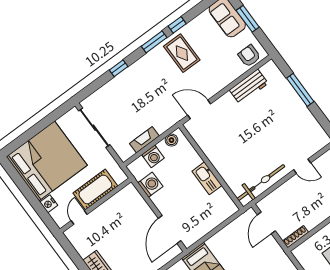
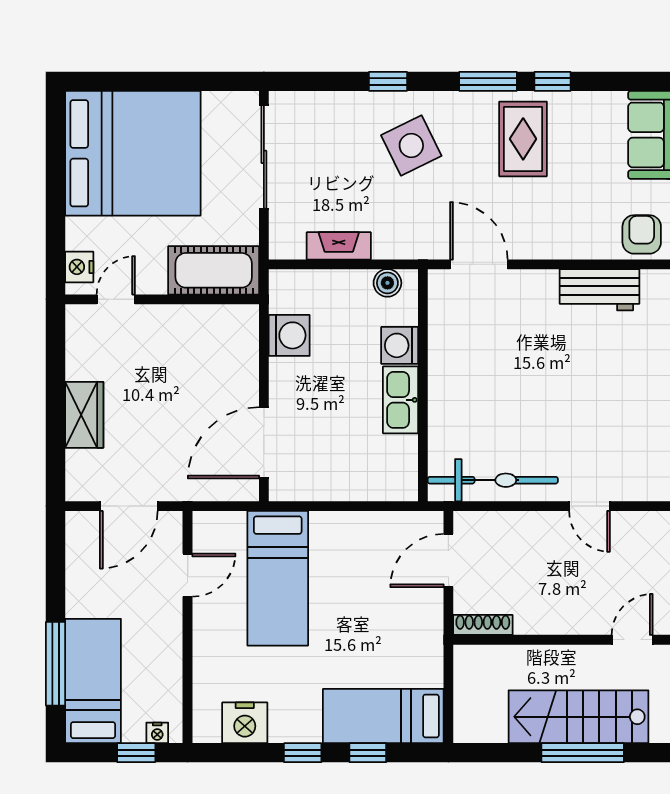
side table: (144, 85) -> (411, 145), added
washing machine: (153, 156) -> (400, 345), moved, turned 90
cot: (95, 189) -> (214, 270), moved
nightstand: (49, 204) -> (79, 267), moved

